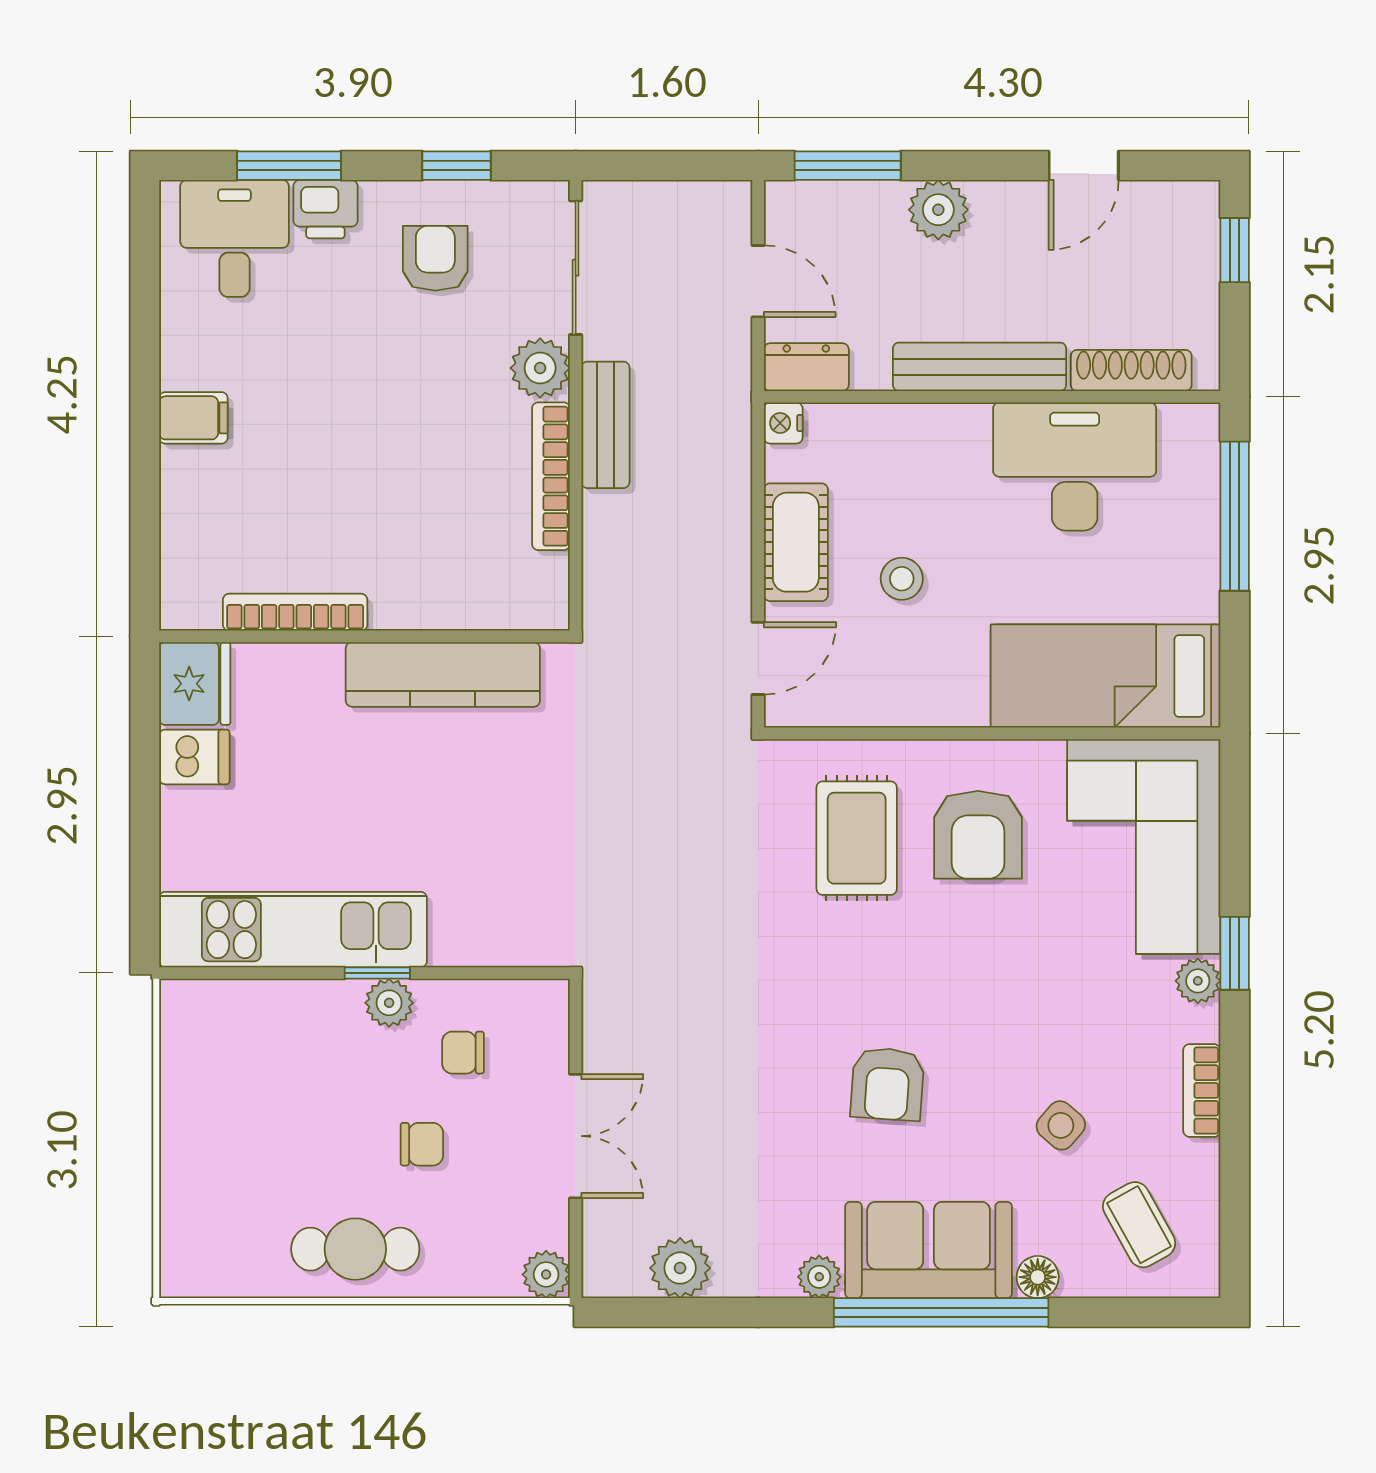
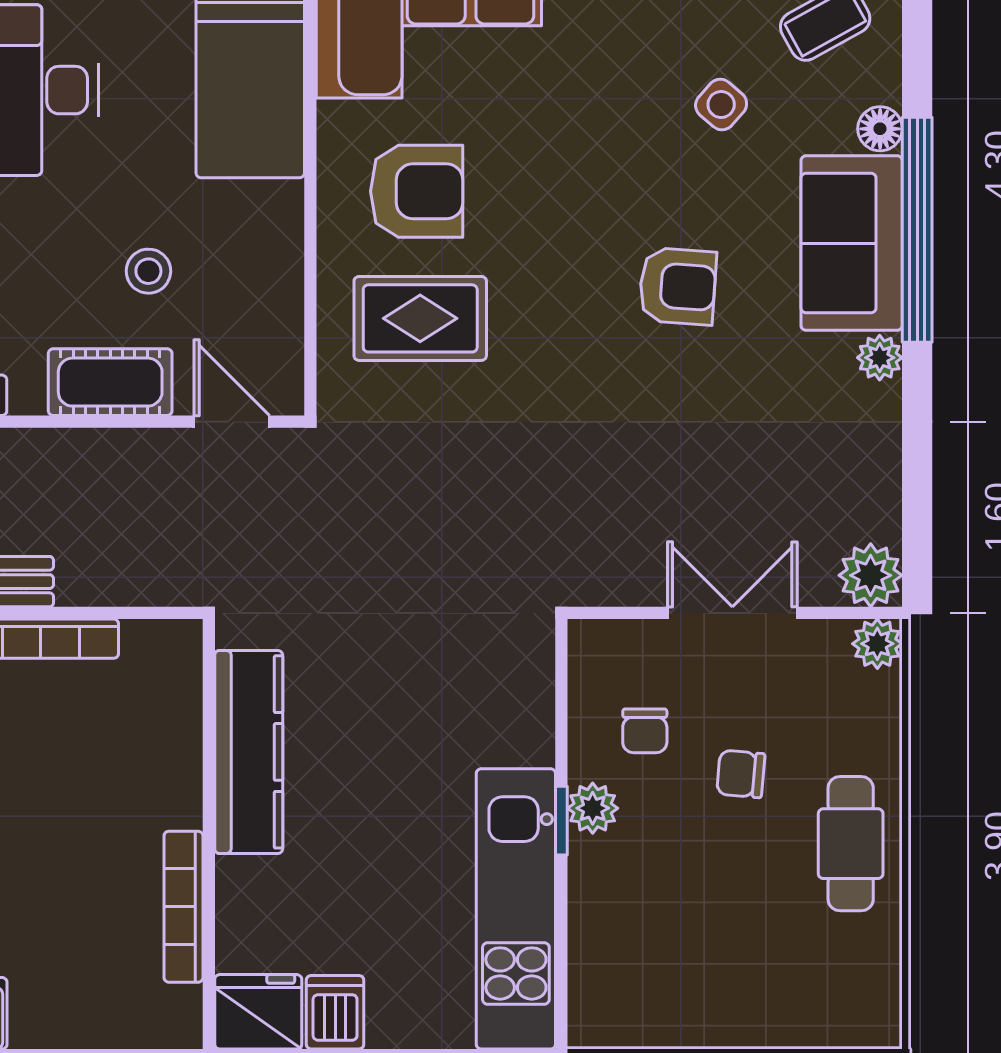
chair: (422, 1144) -> (741, 774), turned -85
plant: (680, 1268) -> (871, 575), moved

